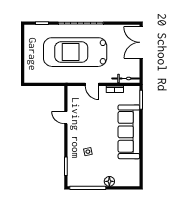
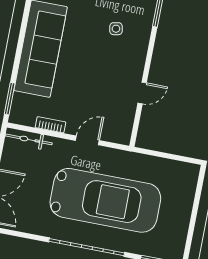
door: (92, 84) -> (87, 140), hinge flipped
door: (66, 118) -> (142, 93), hinge flipped

